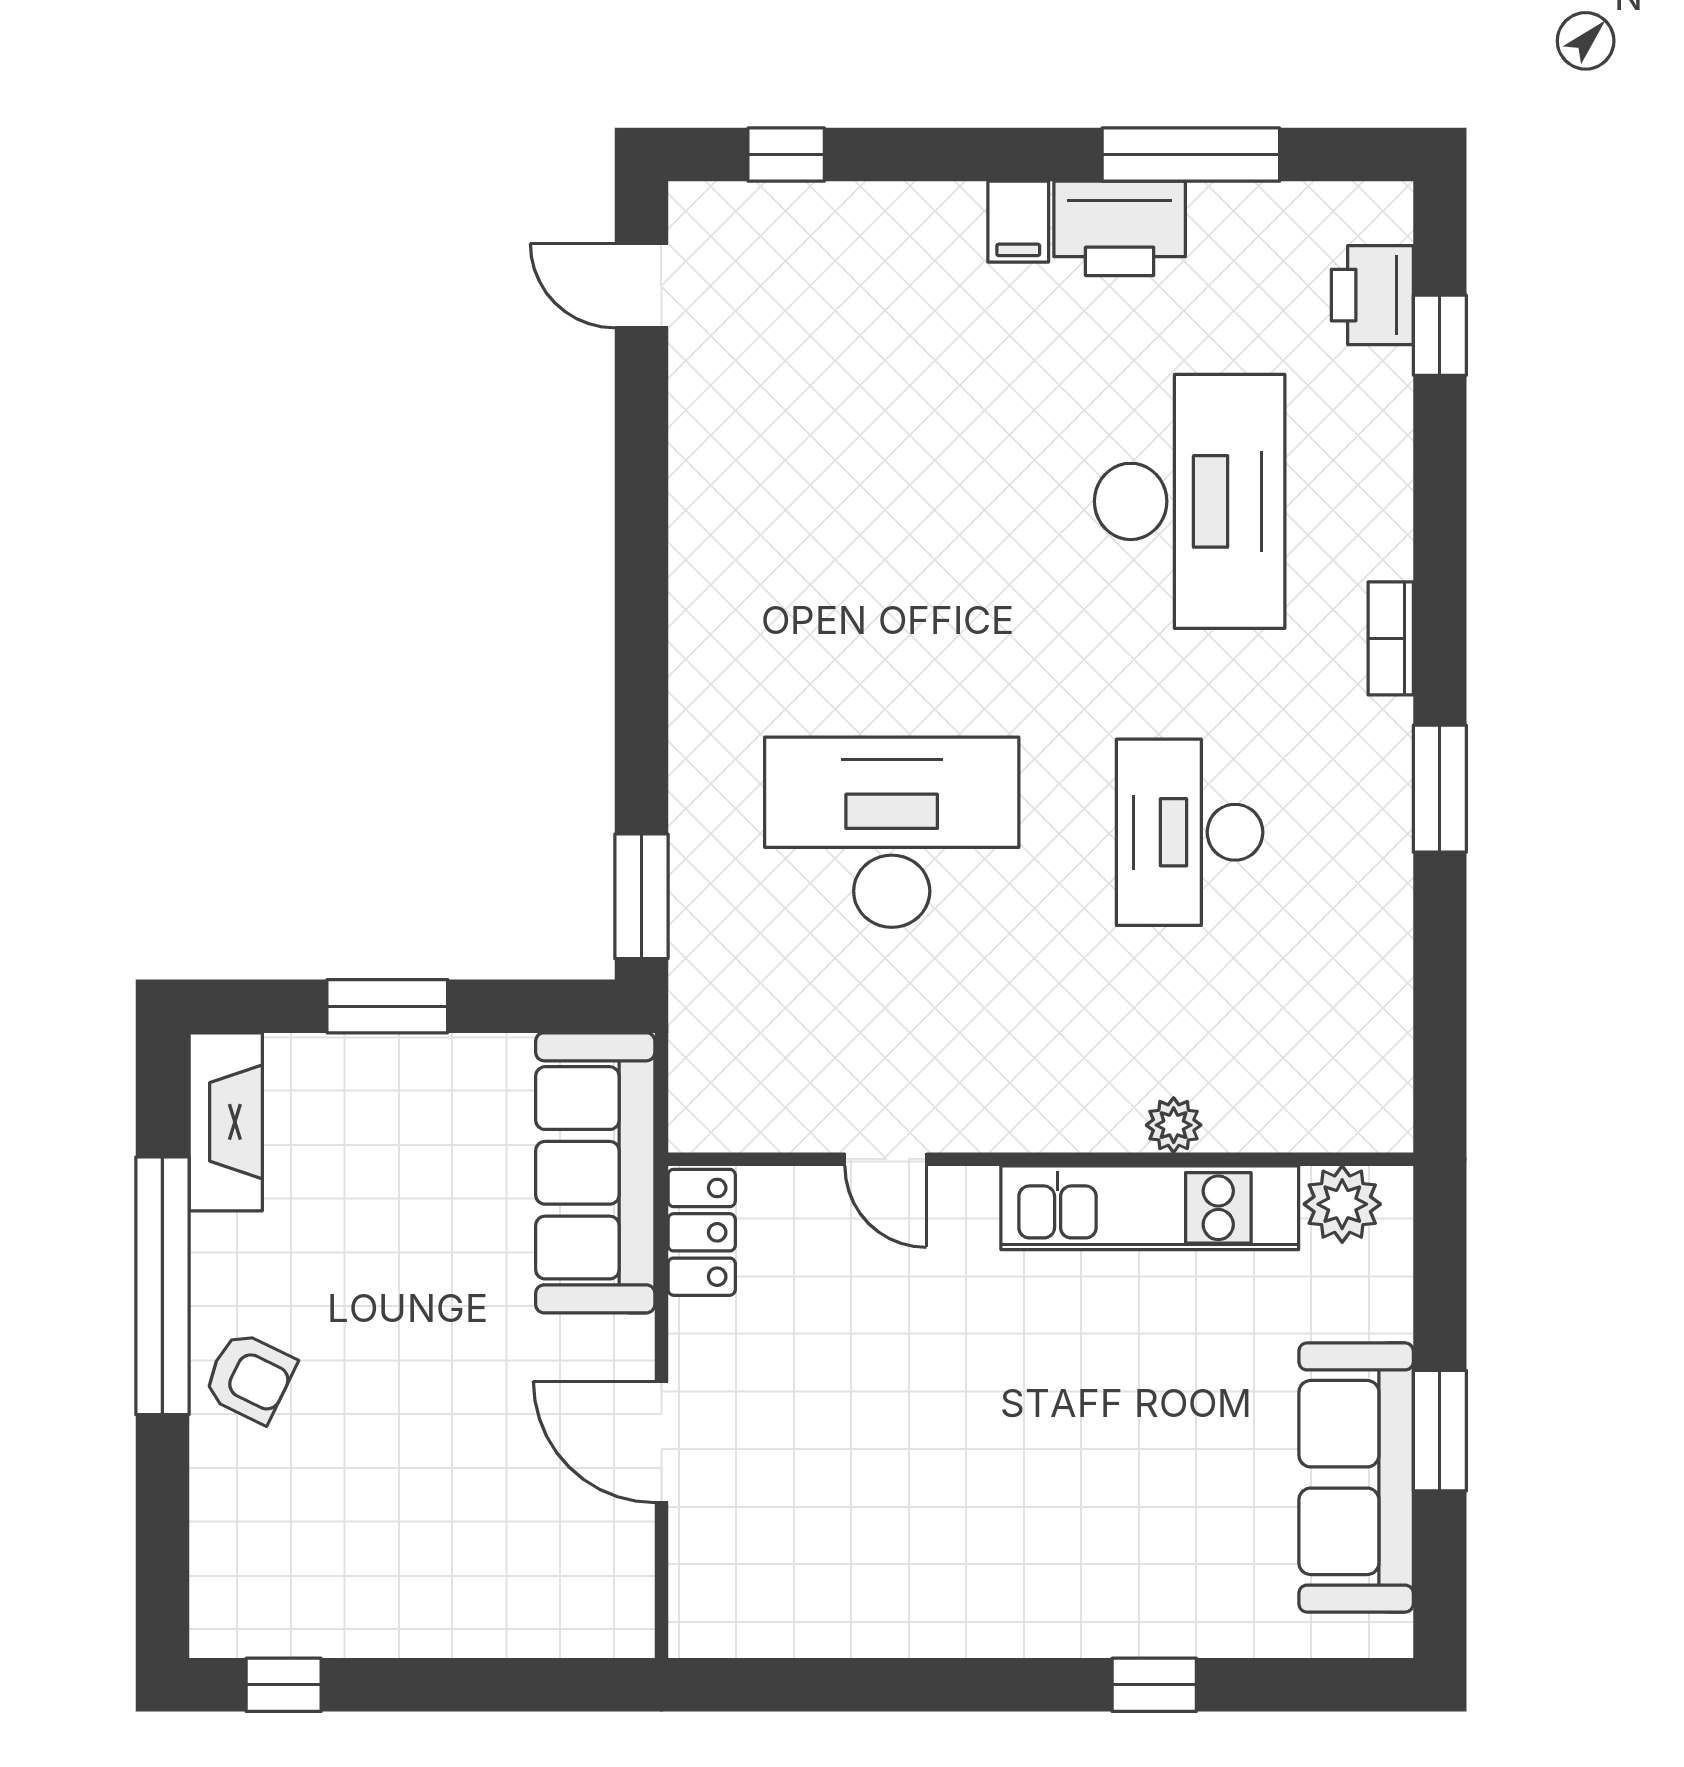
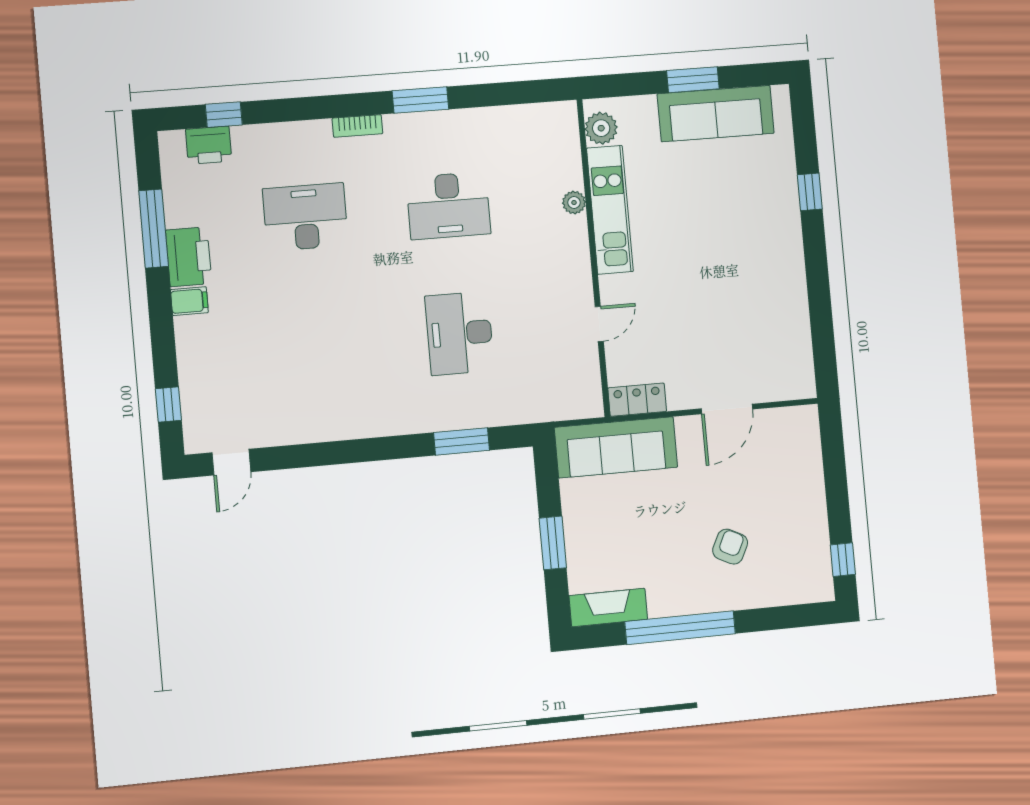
desk: (1190, 501) -> (305, 217), width x0.73, depth x0.77
desk: (892, 832) -> (460, 333), width x0.73, depth x0.77
window: (641, 896) -> (461, 441), moved
armchair: (250, 1377) -> (730, 547), moved

